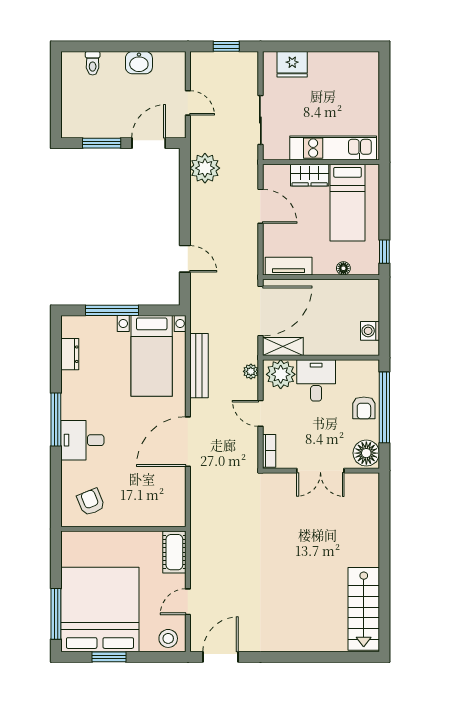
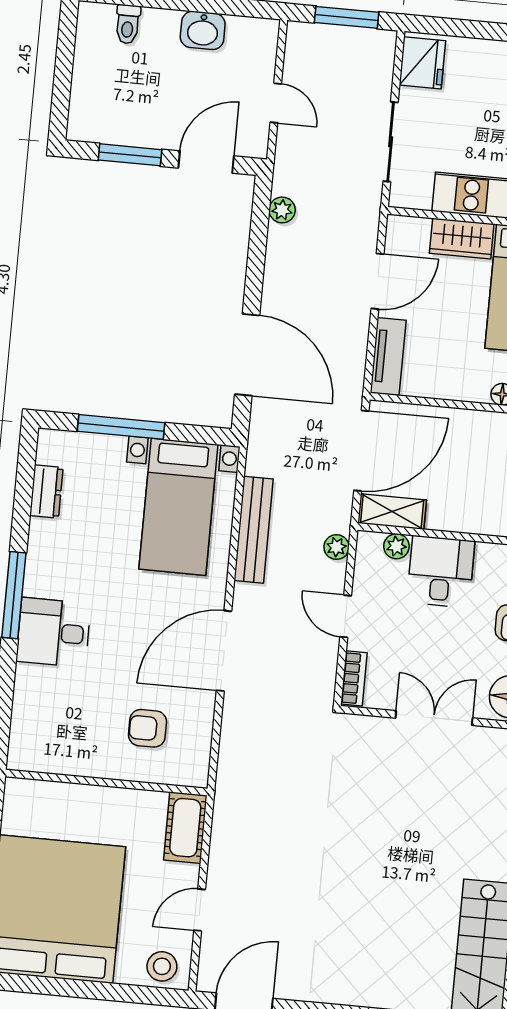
window: (226, 46) -> (347, 17), width x1.50
fridge: (292, 64) -> (422, 63), moved, turned -90
plant: (205, 168) -> (282, 210), width x0.53, depth x0.53
door: (260, 206) -> (377, 281), hinge flipped
door: (185, 259) -> (247, 355), width x1.88
tv unit: (289, 266) -> (388, 357), moved, turned 90
plant: (281, 374) -> (396, 546), width x0.53, depth x0.53
double door: (320, 471) -> (434, 718), swing flipped
armchair: (91, 502) -> (147, 728), moved, turned -68
window: (109, 657) -> (63, 987), removed

